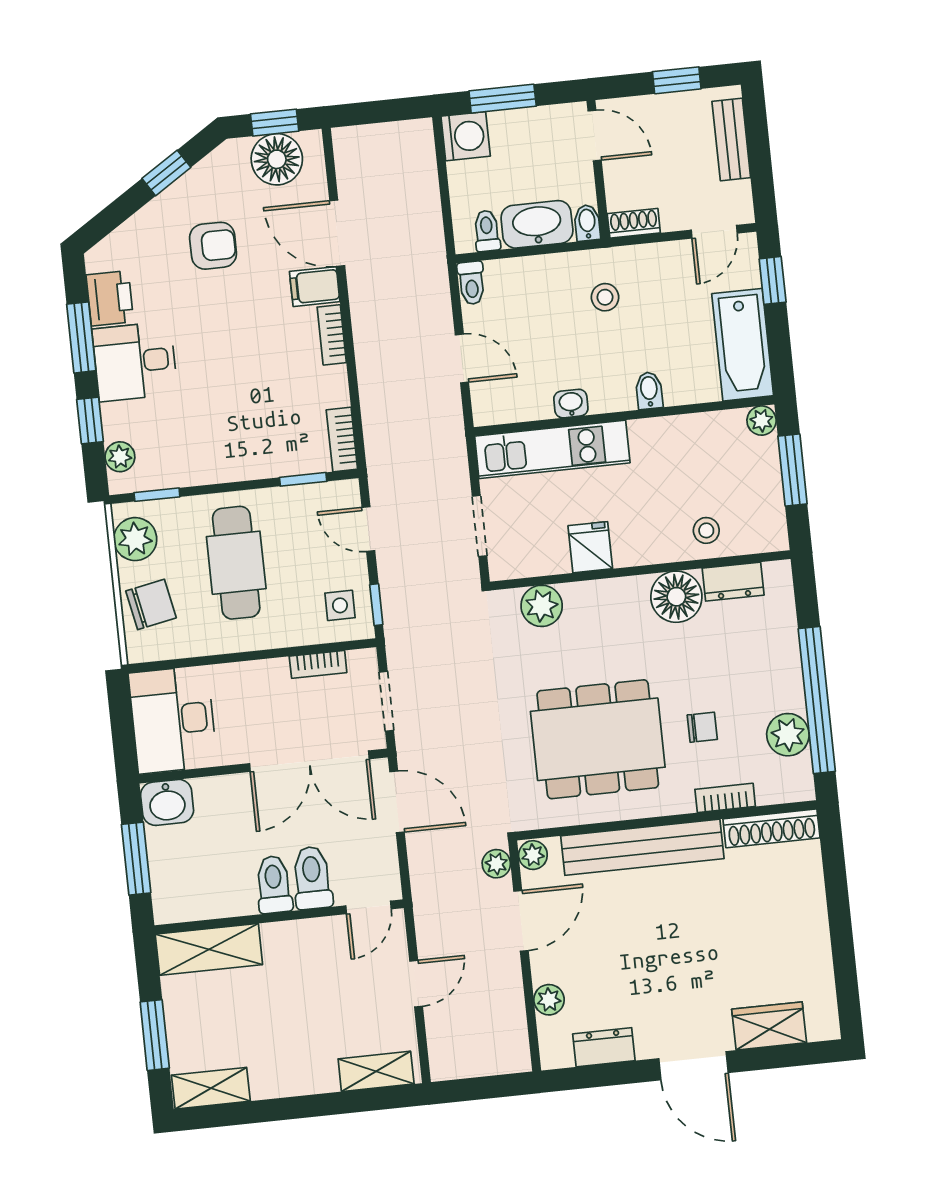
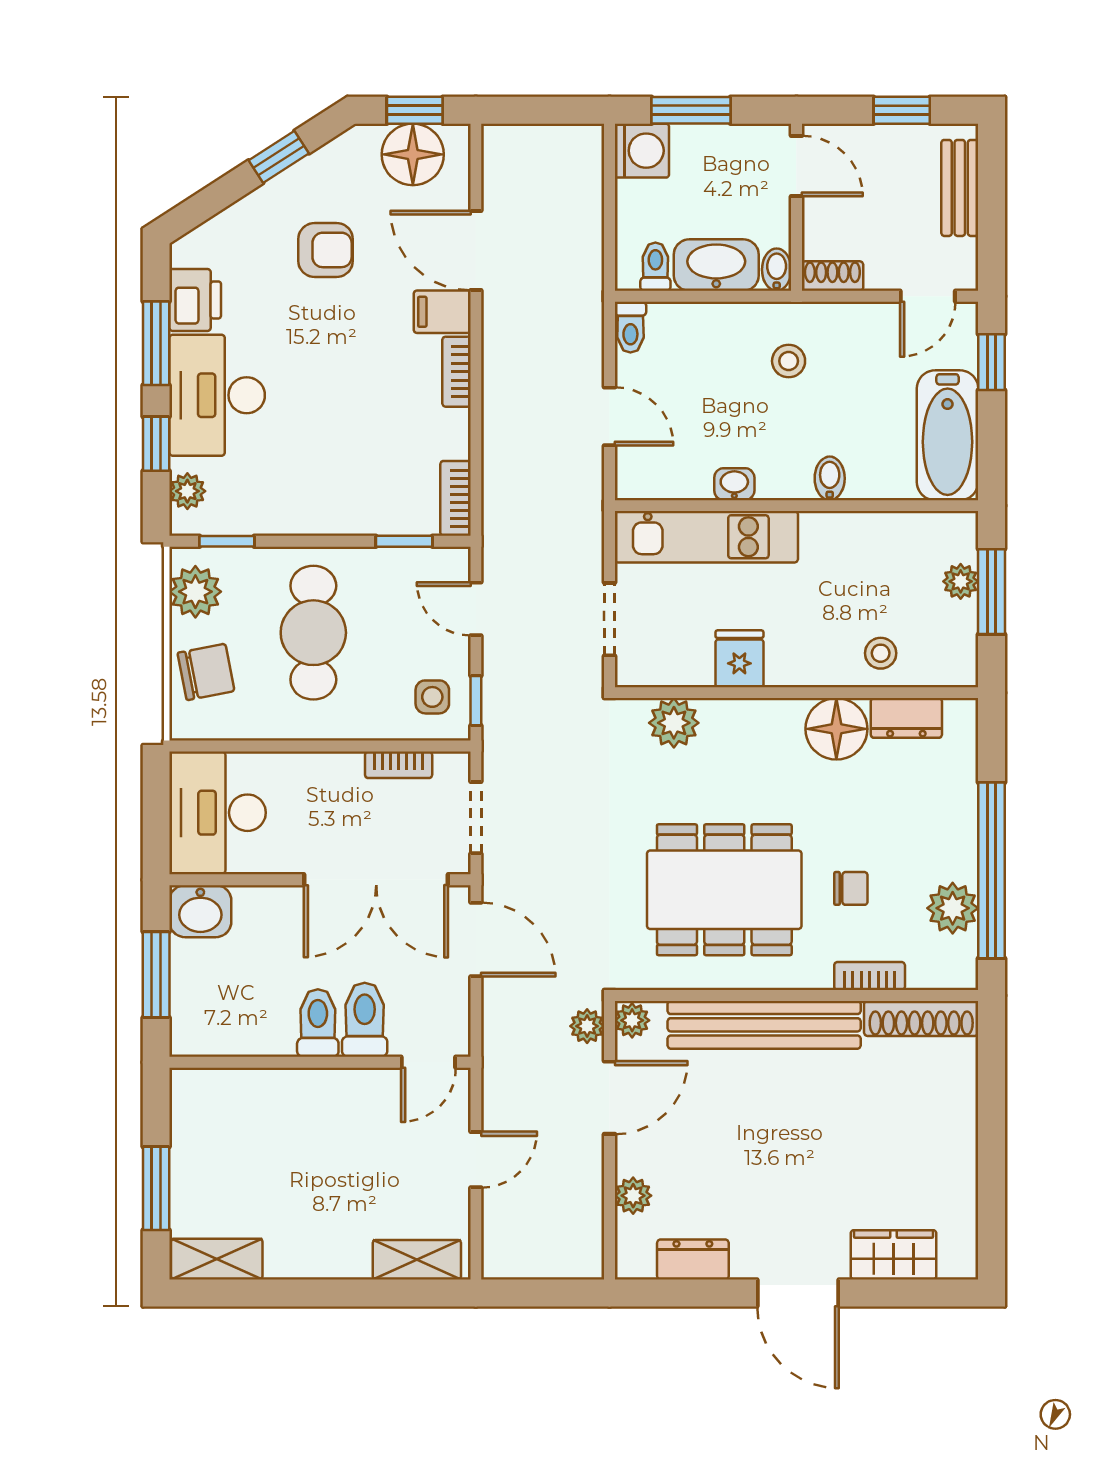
desk: (135, 361) -> (217, 395), width x1.37
plant: (762, 421) -> (961, 581), moved
shelving: (209, 949) -> (232, 1093), removed

